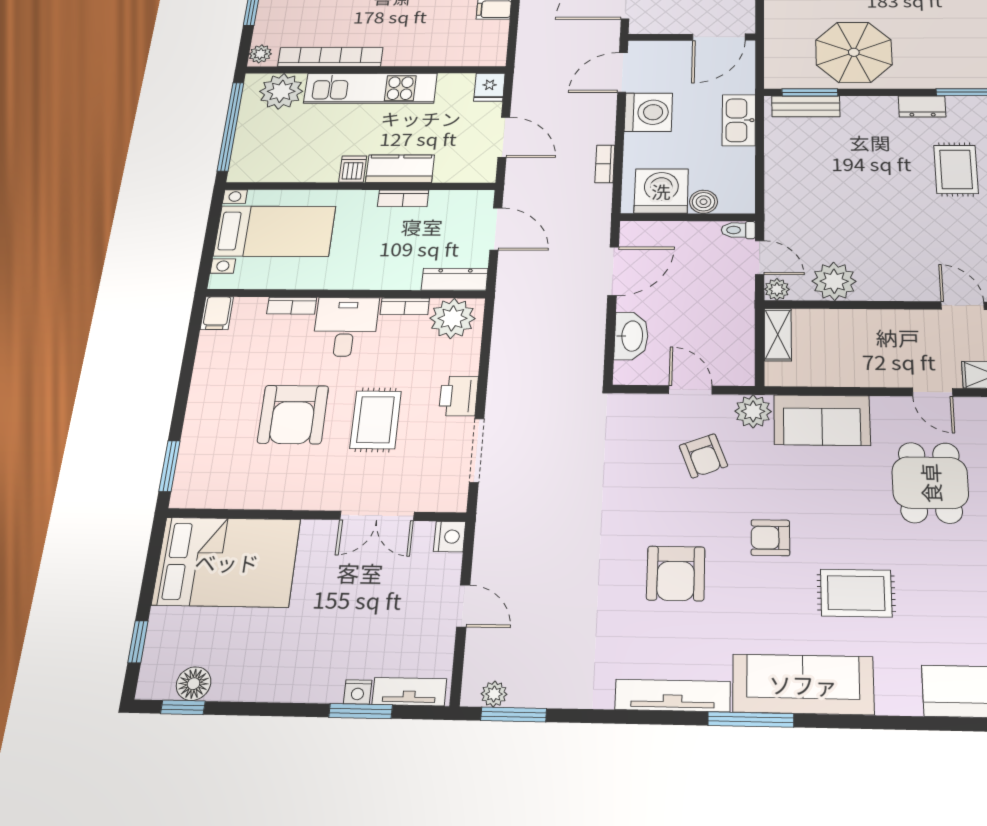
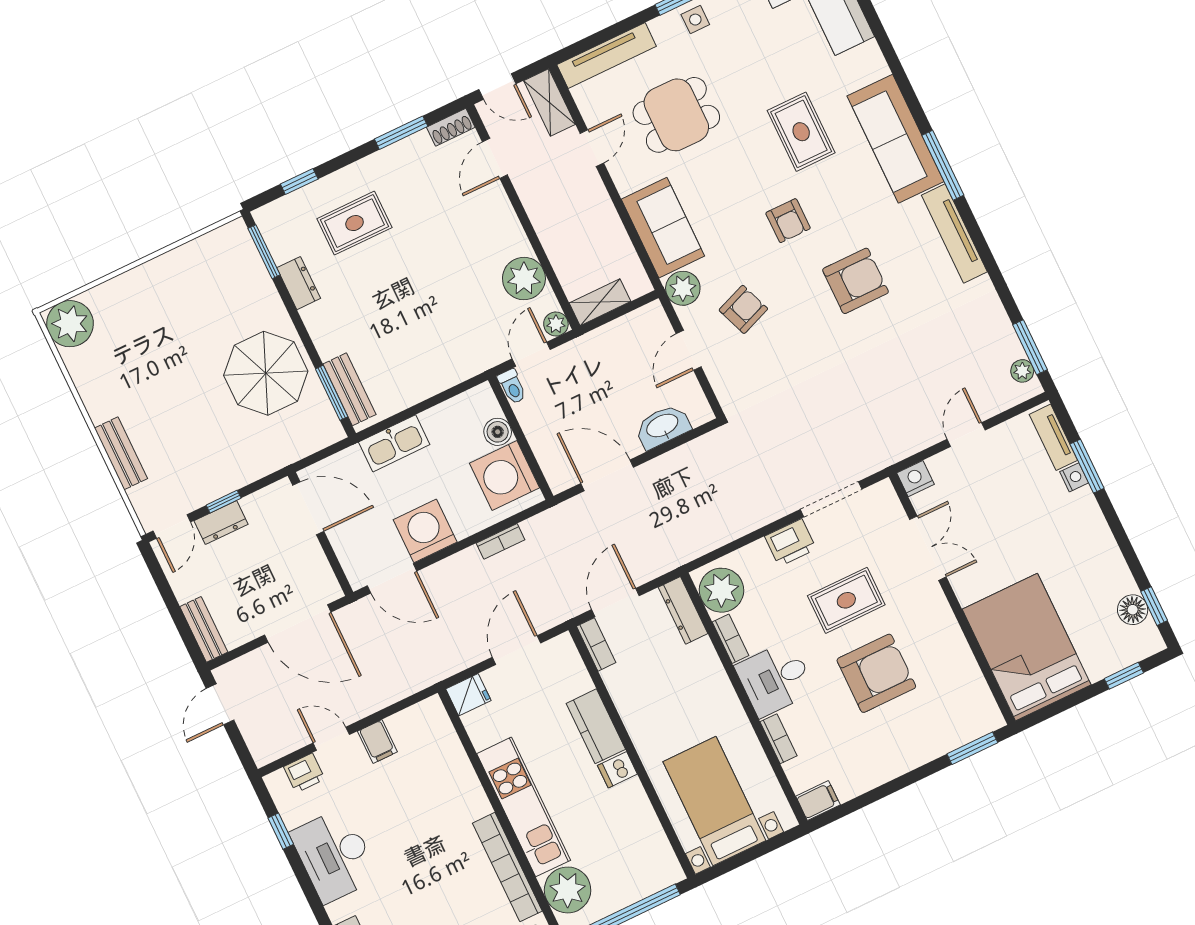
bookcase: (403, 198) -> (596, 644), moved

